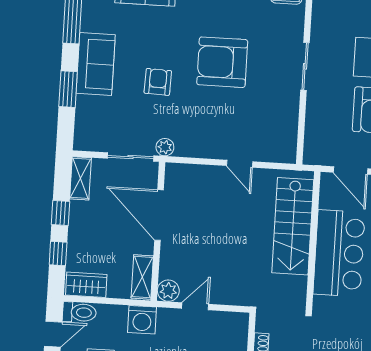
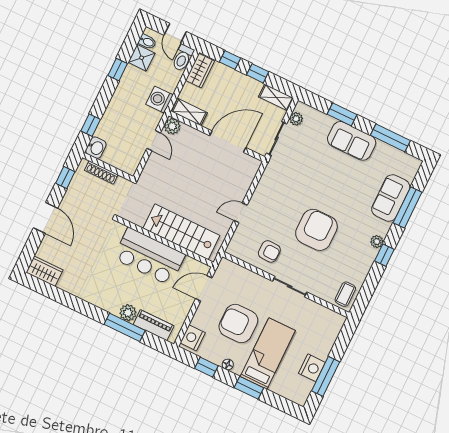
armchair: (158, 82) -> (269, 251), moved
plant: (165, 147) -> (296, 119), moved

